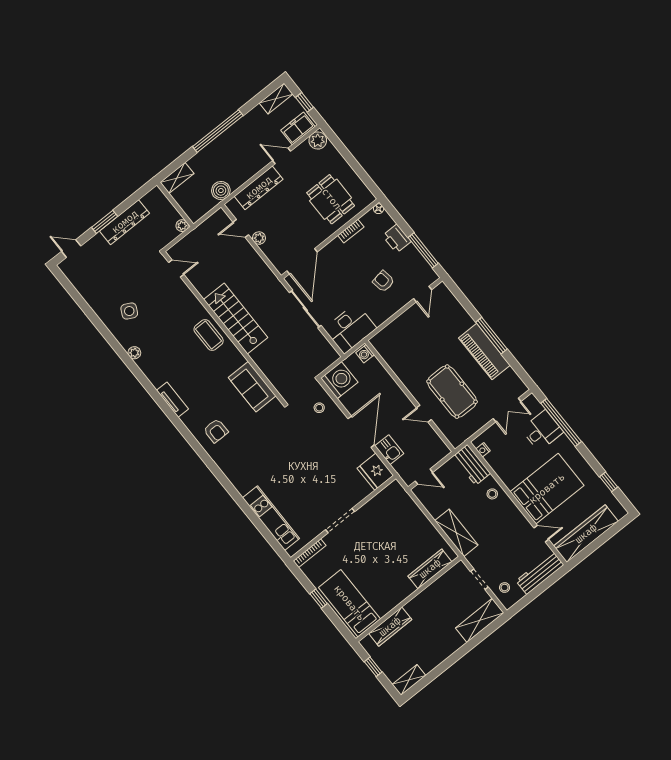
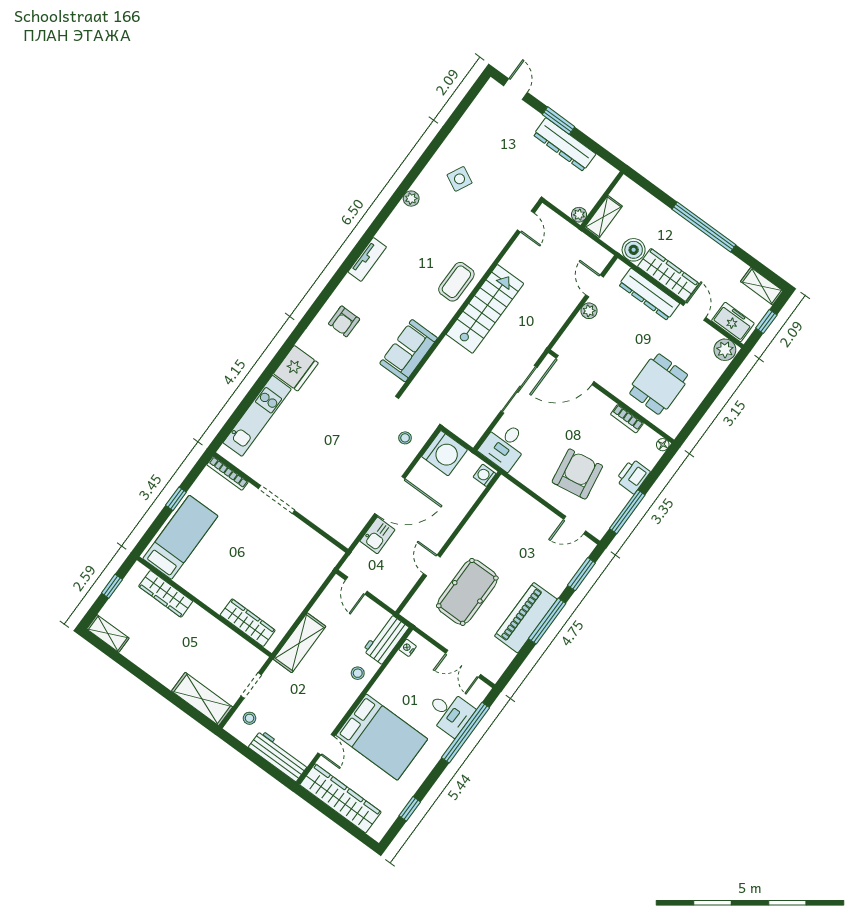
wardrobe: (248, 169) -> (668, 275), added
shelving: (177, 178) -> (603, 217), moved, turned 90
armchair: (383, 281) -> (577, 474), width x1.88, depth x1.88
window: (462, 299) -> (581, 574), added
desk: (350, 329) -> (504, 445), width x0.73
fridge: (375, 472) -> (296, 368), moved, turned 180

